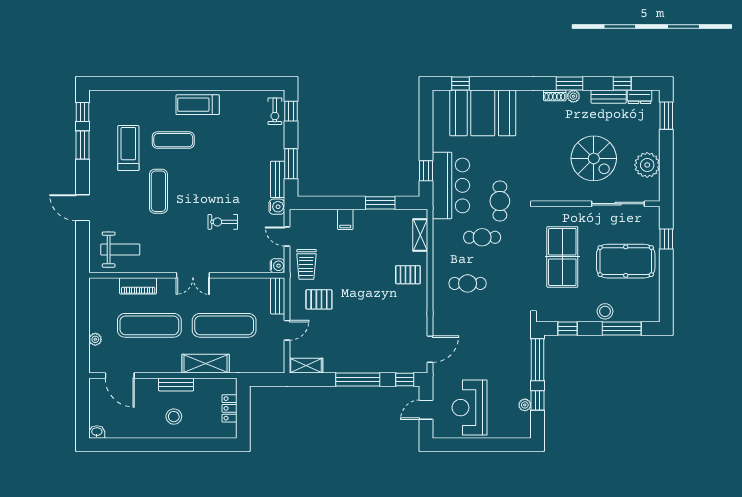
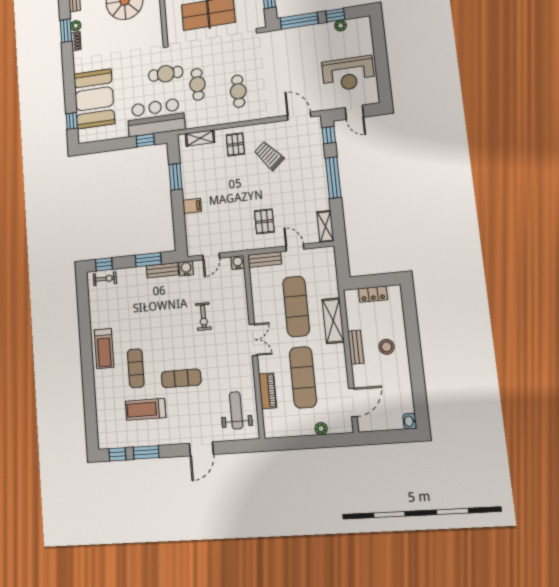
trolley: (306, 264) -> (269, 156), moved, turned -131

